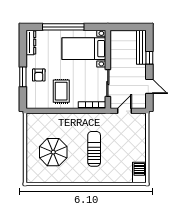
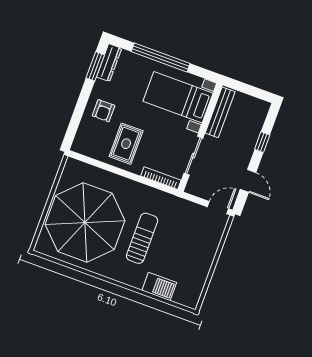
bench: (141, 47) -> (220, 112), moved
window: (23, 77) -> (95, 66), moved
door: (124, 111) -> (218, 208), moved
parasol: (53, 152) -> (85, 222), width x1.86, depth x1.86
barbecue: (139, 173) -> (159, 287), moved, turned 90

